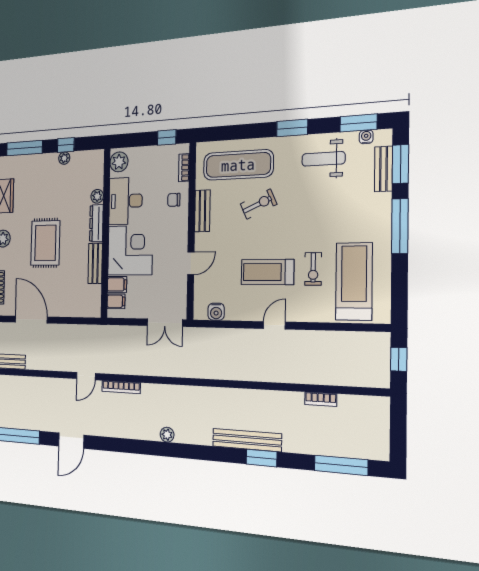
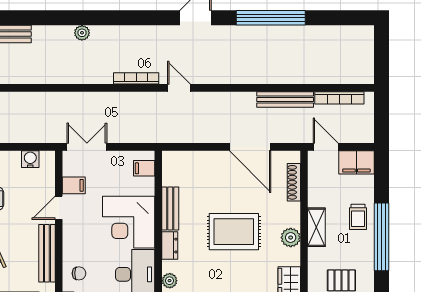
bench: (202, 211) -> (47, 253), width x1.36
dresser: (96, 223) -> (170, 246), width x0.70
rug: (45, 243) -> (234, 232), turned 90
filing cabinet: (117, 284) -> (74, 185), moved, turned 180
door: (86, 376) -> (179, 88), hinge flipped

